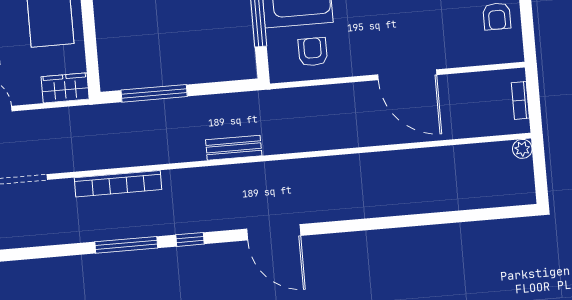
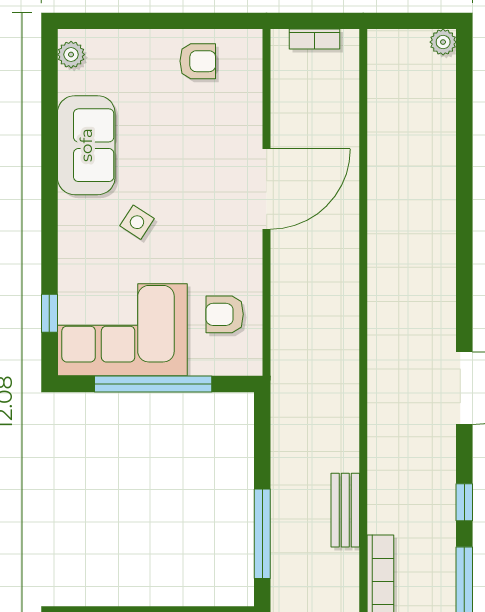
bench: (234, 148) -> (345, 510), moved
plant: (522, 149) -> (443, 42), moved

